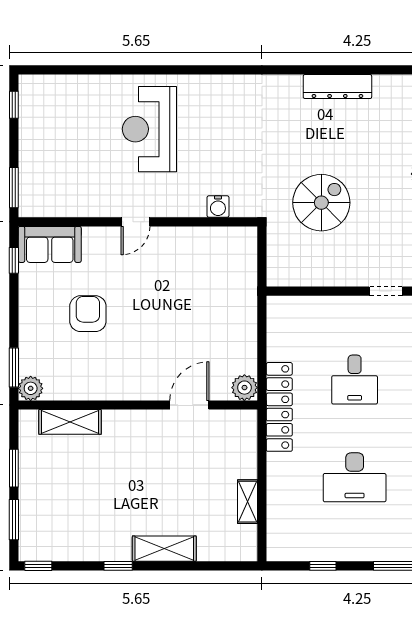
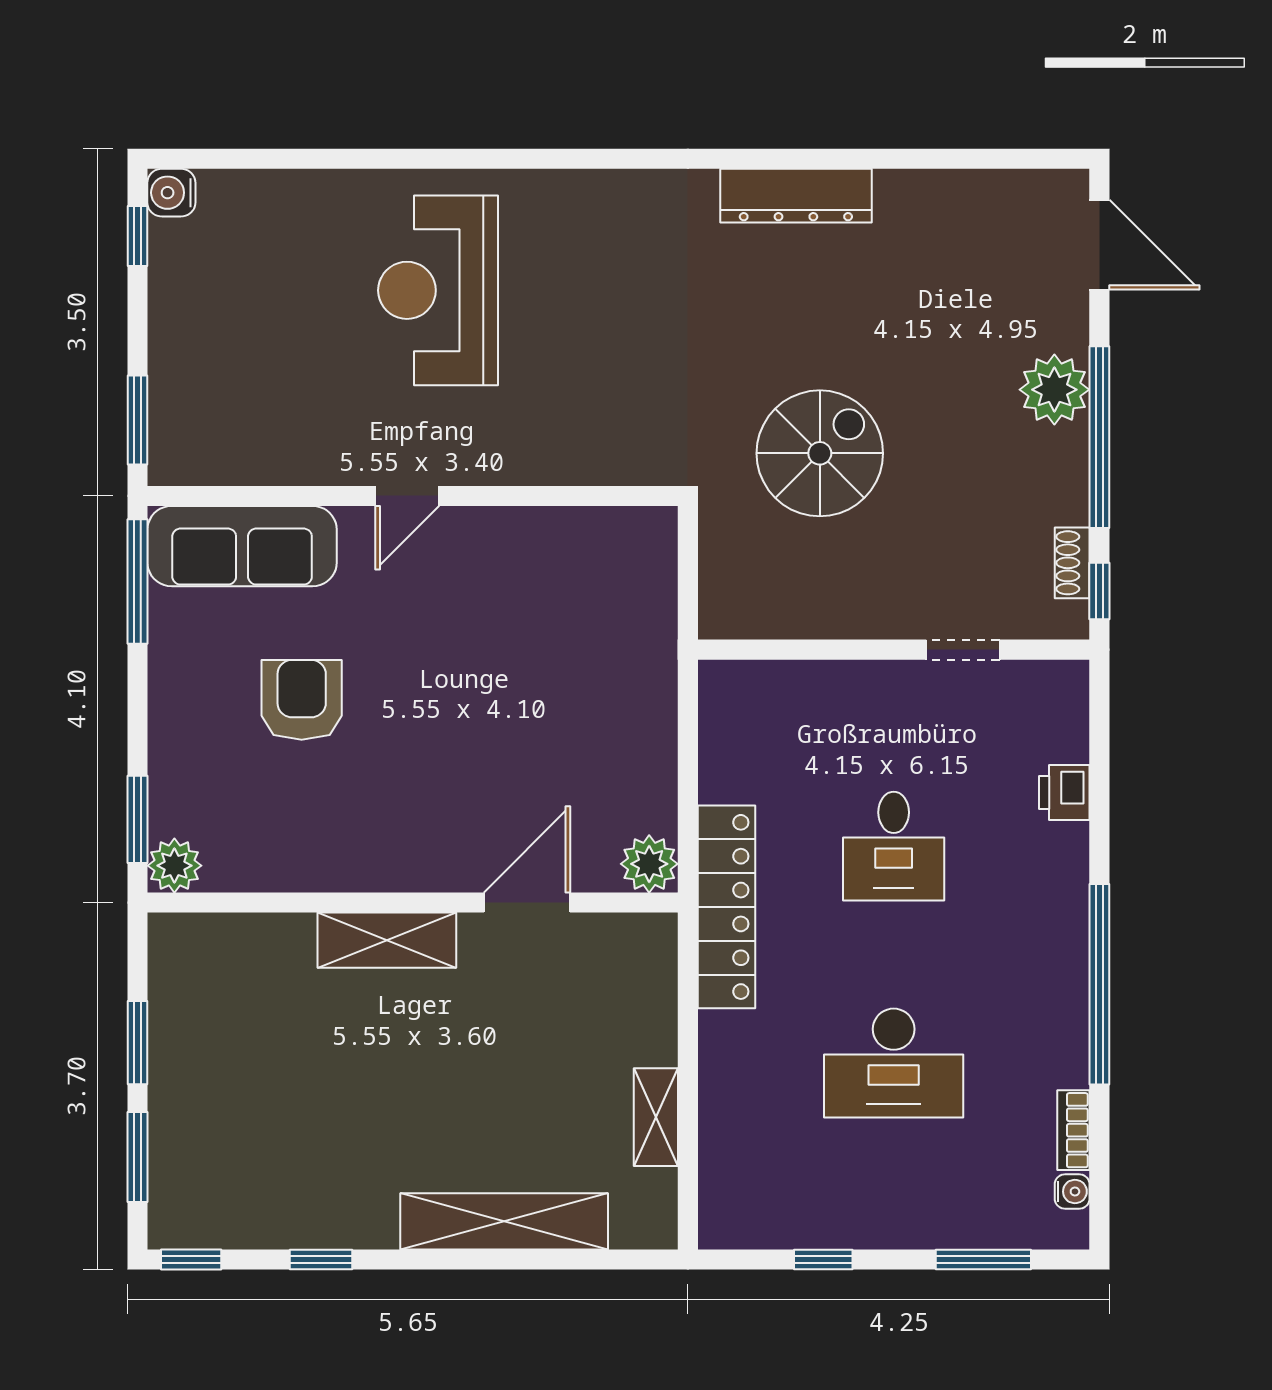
dresser: (337, 87) -> (796, 196), moved
water cooler: (218, 207) -> (171, 193), moved, turned 90
sofa: (50, 244) -> (242, 546), width x1.36
window: (14, 260) -> (137, 582), width x2.17
shelving: (70, 422) -> (387, 940), moved
shelving: (164, 549) -> (504, 1221), width x1.47
window: (118, 566) -> (321, 1260), moved

